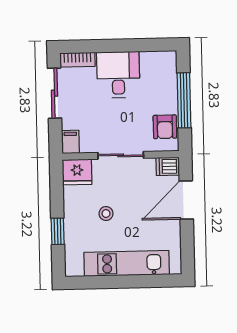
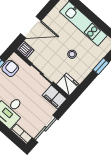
filing cabinet: (70, 142) -> (54, 97), width x2.00

